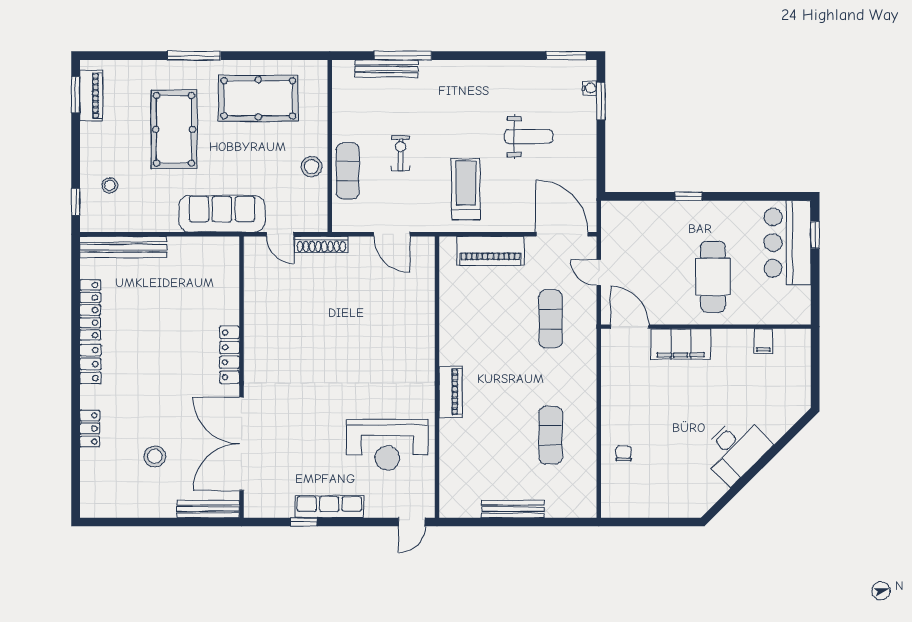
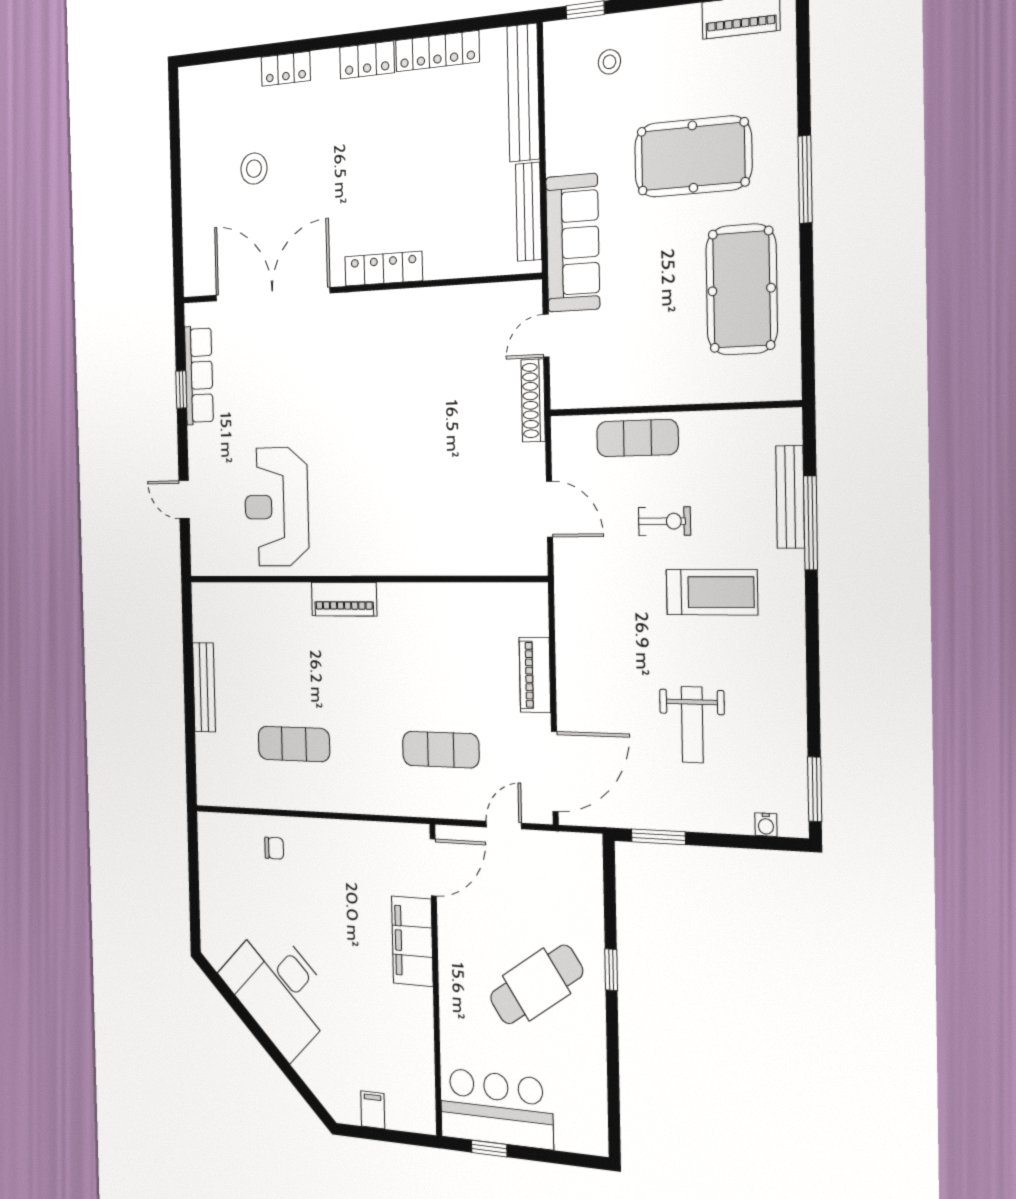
window: (601, 101) -> (658, 837), moved
stool: (311, 167) -> (643, 380), removed
treadmill: (466, 189) -> (712, 592), moved
door: (392, 234) -> (549, 509), swing flipped
window: (815, 235) -> (489, 1148), moved
bar counter: (788, 243) -> (496, 1108), moved
piano: (490, 251) -> (535, 675), width x0.73, depth x0.75
cafe table: (713, 277) -> (536, 985), moved, turned -34
filing cabinet: (763, 341) -> (373, 1110), moved, turned 90
desk: (735, 450) -> (279, 990), width x1.36, depth x1.30
row of seats: (329, 507) -> (199, 375), moved
bench: (208, 509) -> (529, 212), moved
door: (412, 522) -> (184, 500), moved

